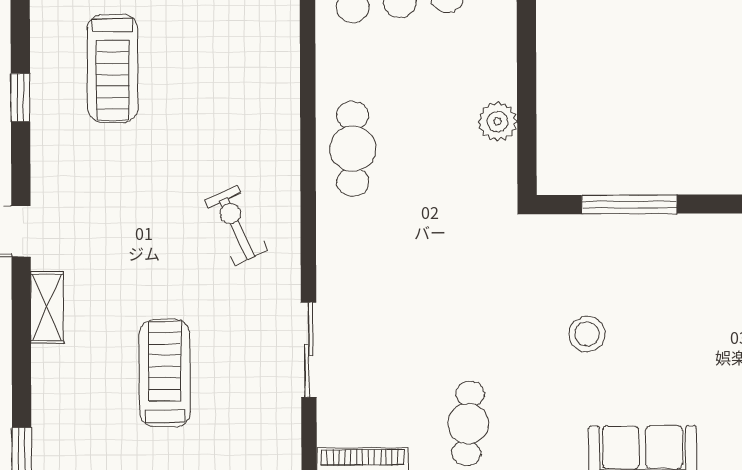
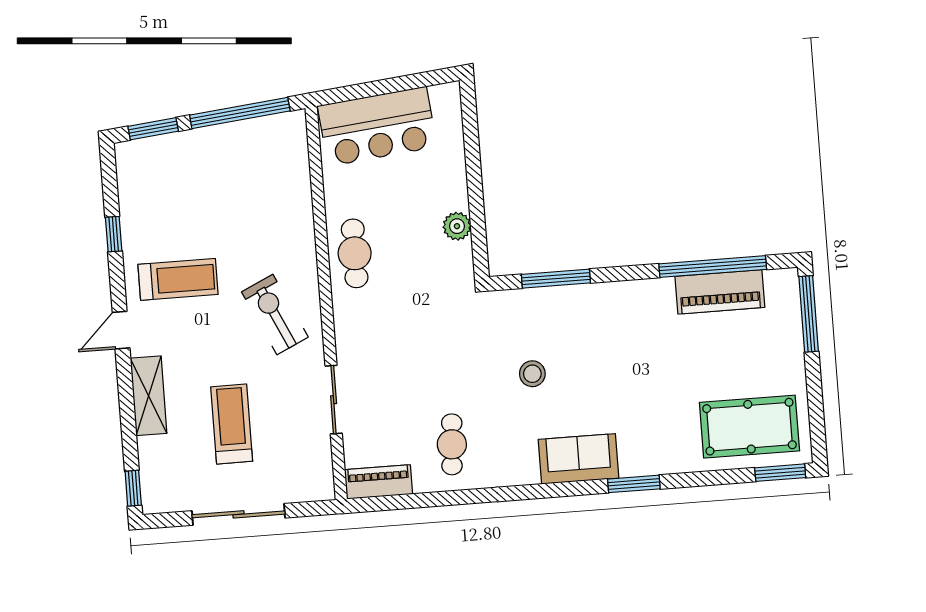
treadmill: (113, 68) -> (178, 279), moved, turned -90
exercise bike: (236, 225) -> (275, 314), width x1.38, depth x1.39
shelving: (47, 307) -> (149, 396), width x1.50, depth x1.33

